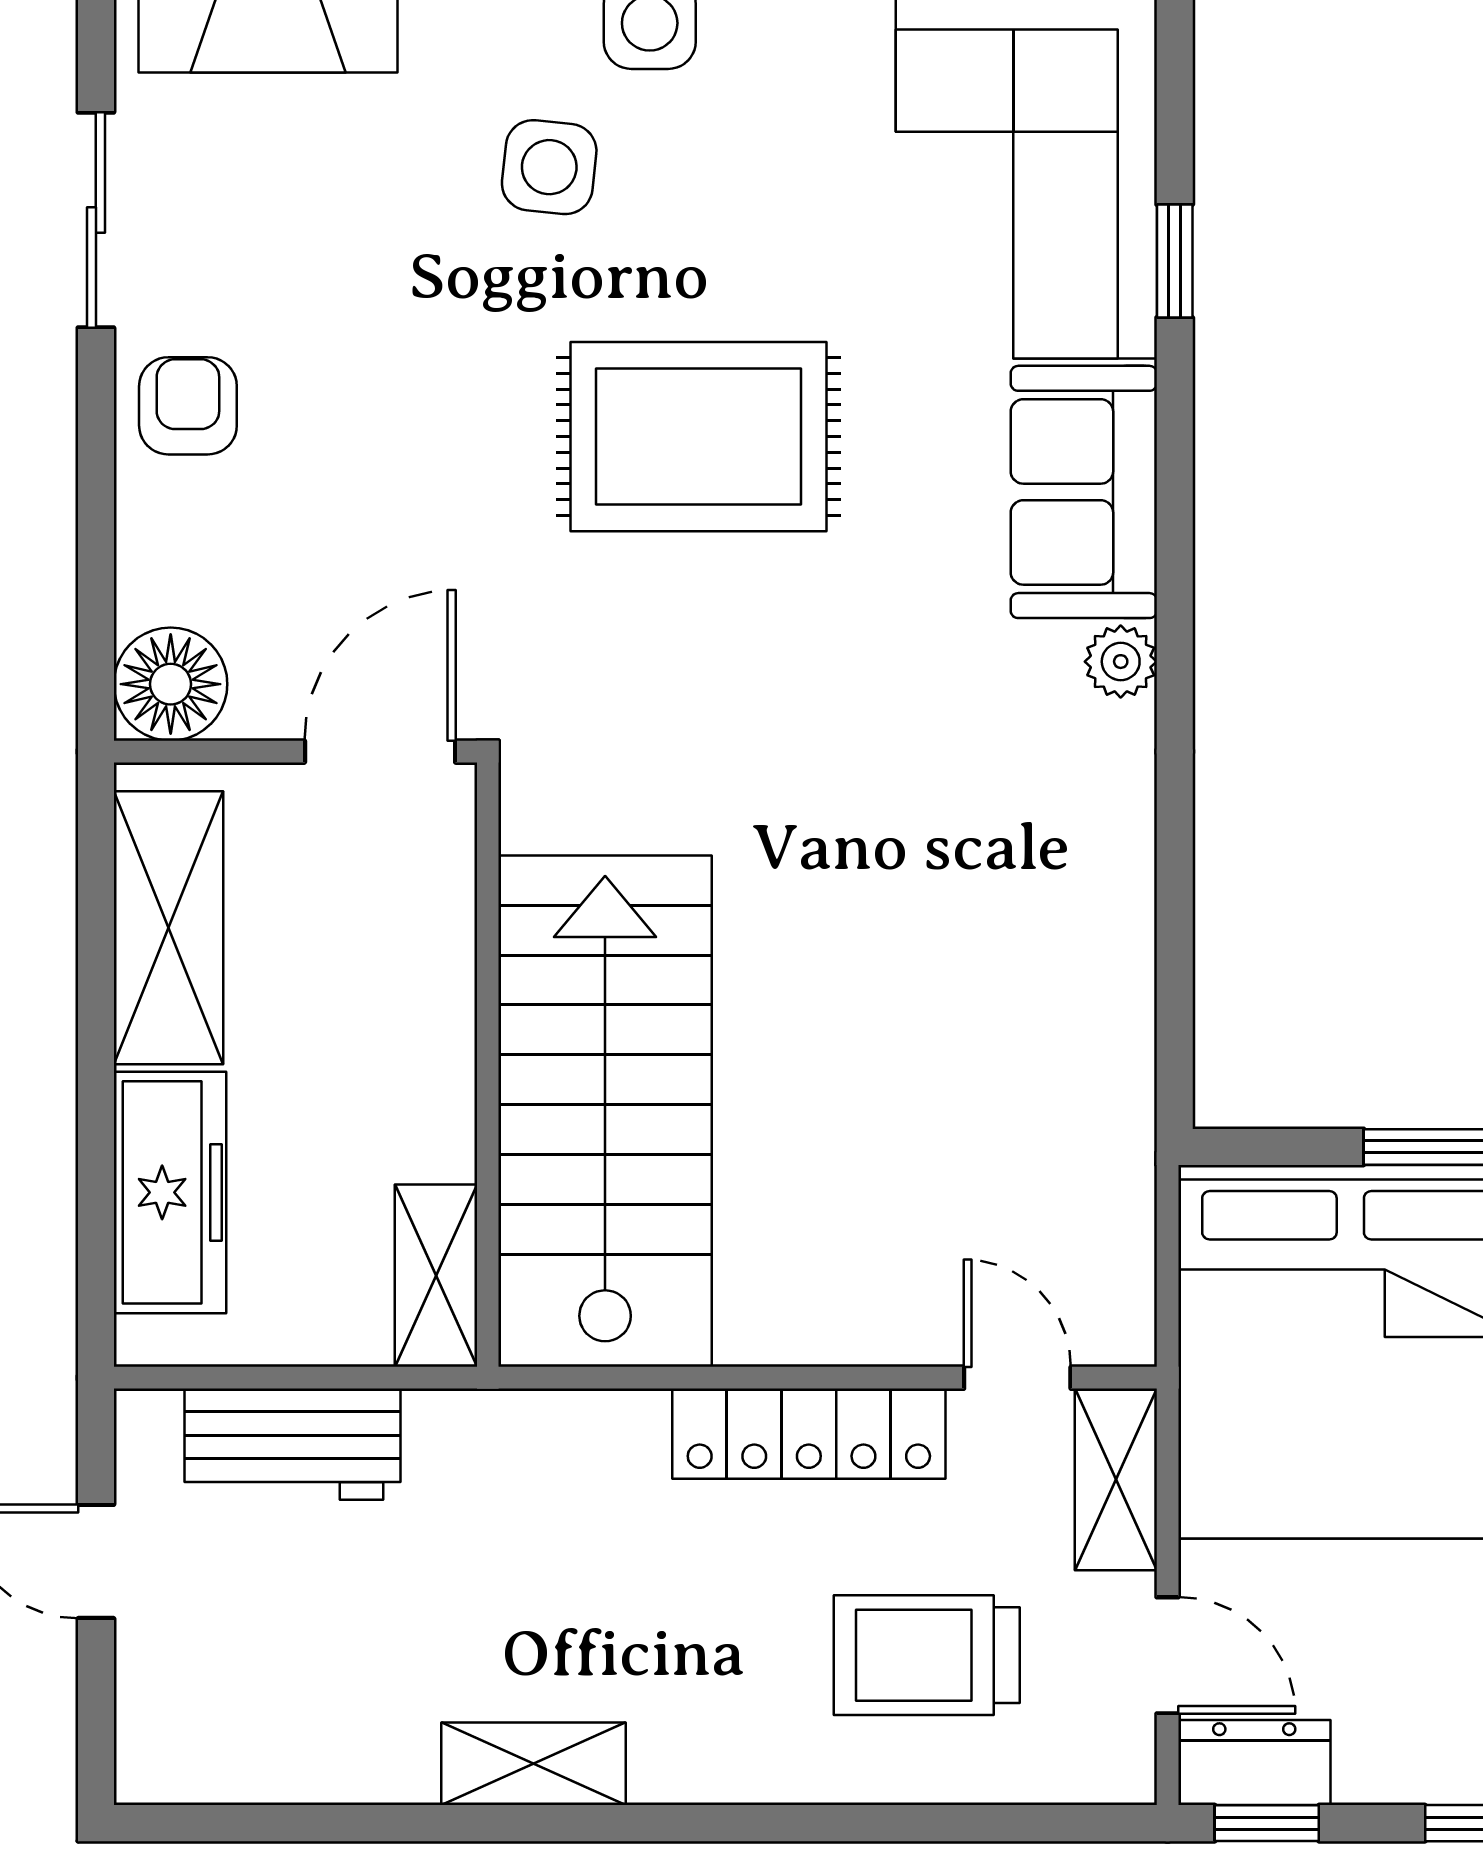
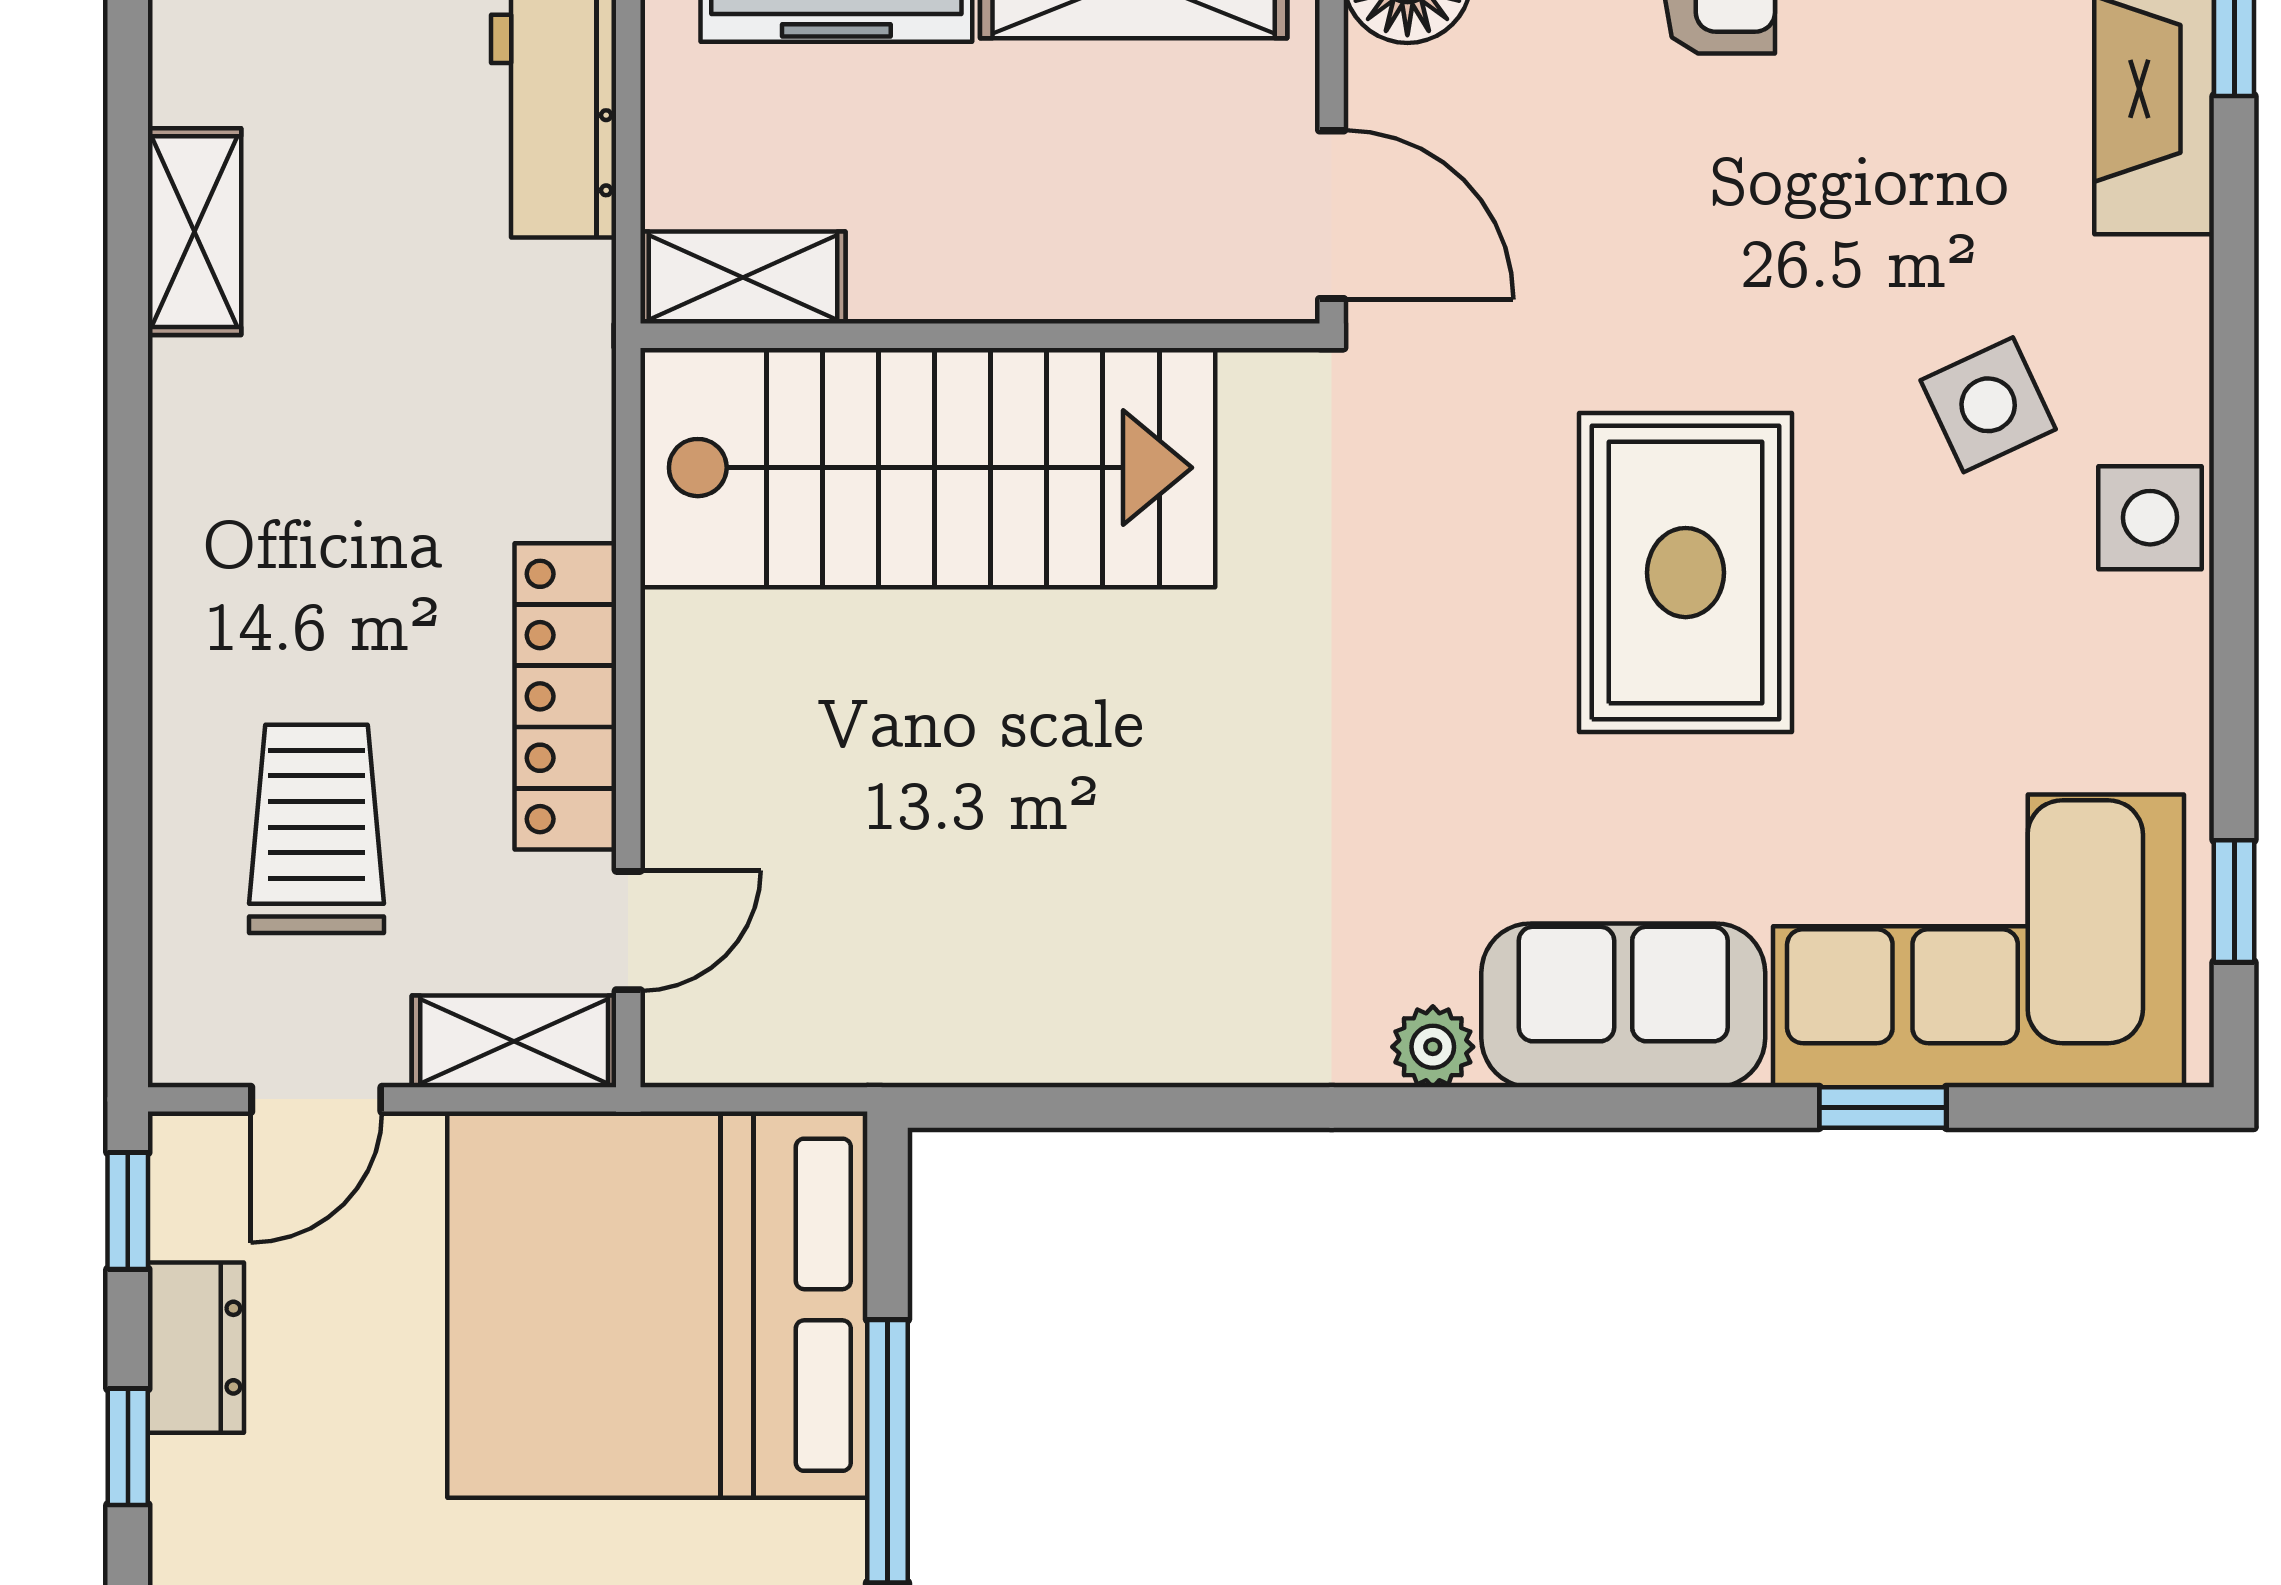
side table: (549, 167) -> (1988, 405), turned -31
dresser: (1254, 1763) -> (196, 1348), moved
shelving: (534, 1764) -> (194, 232), moved

